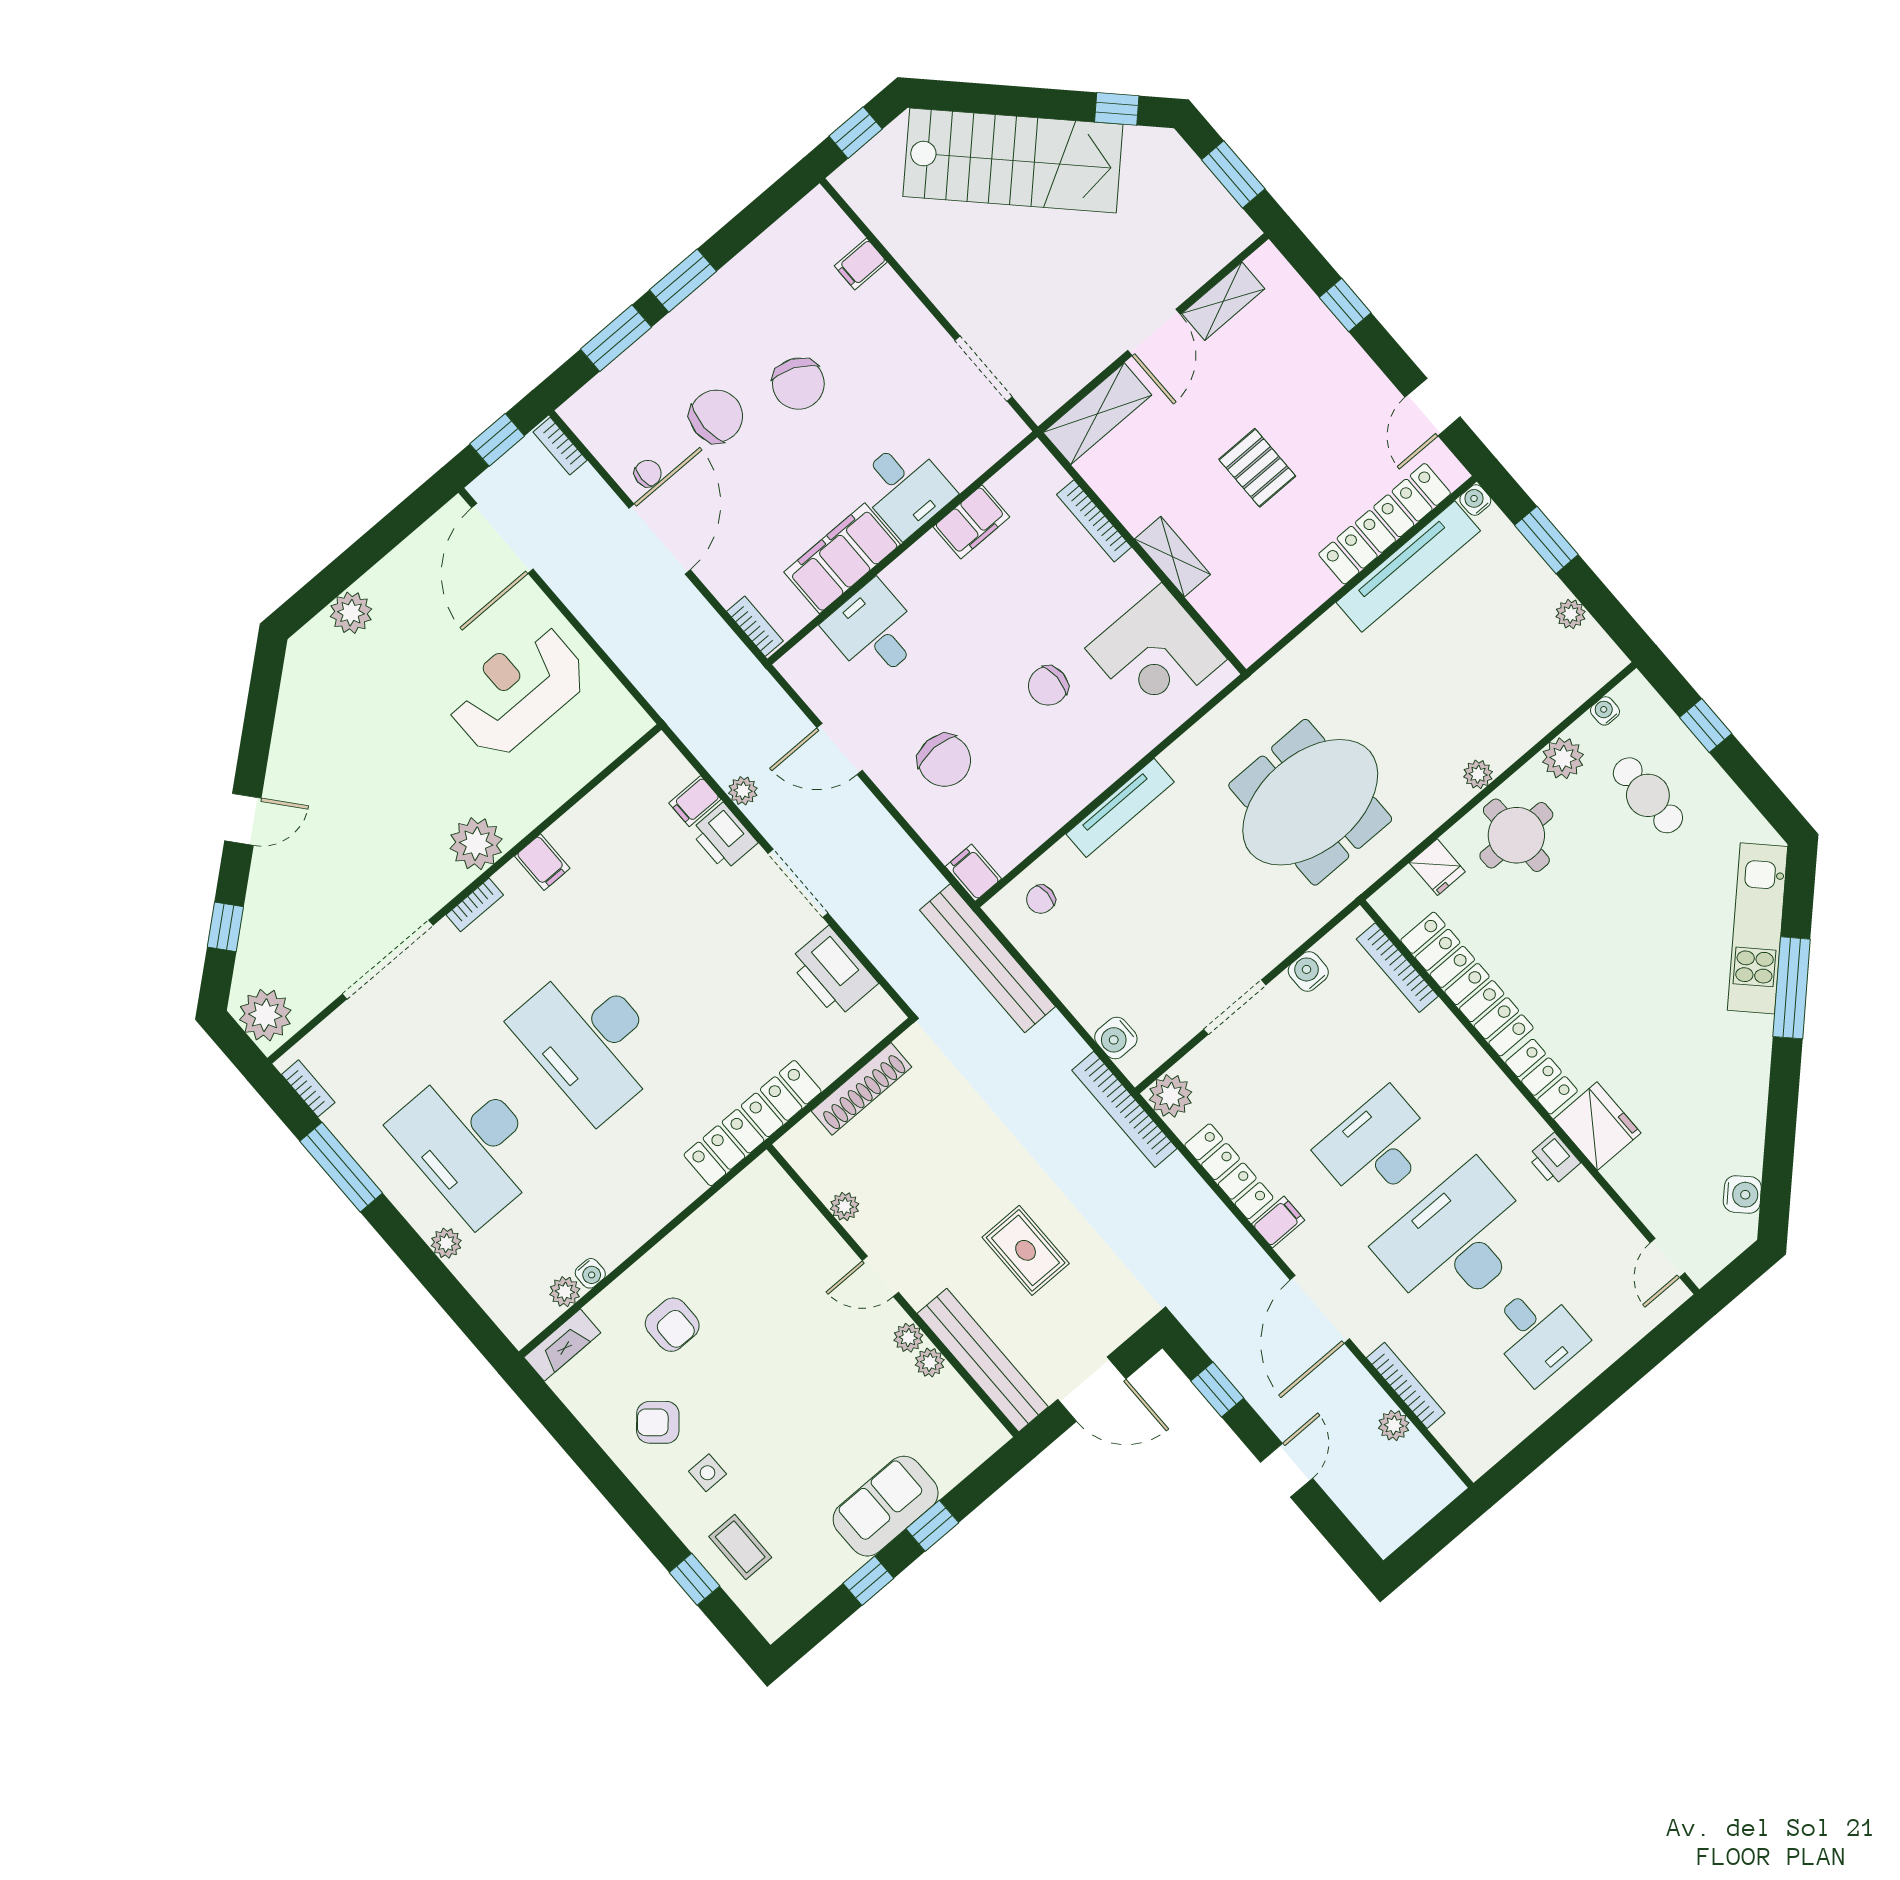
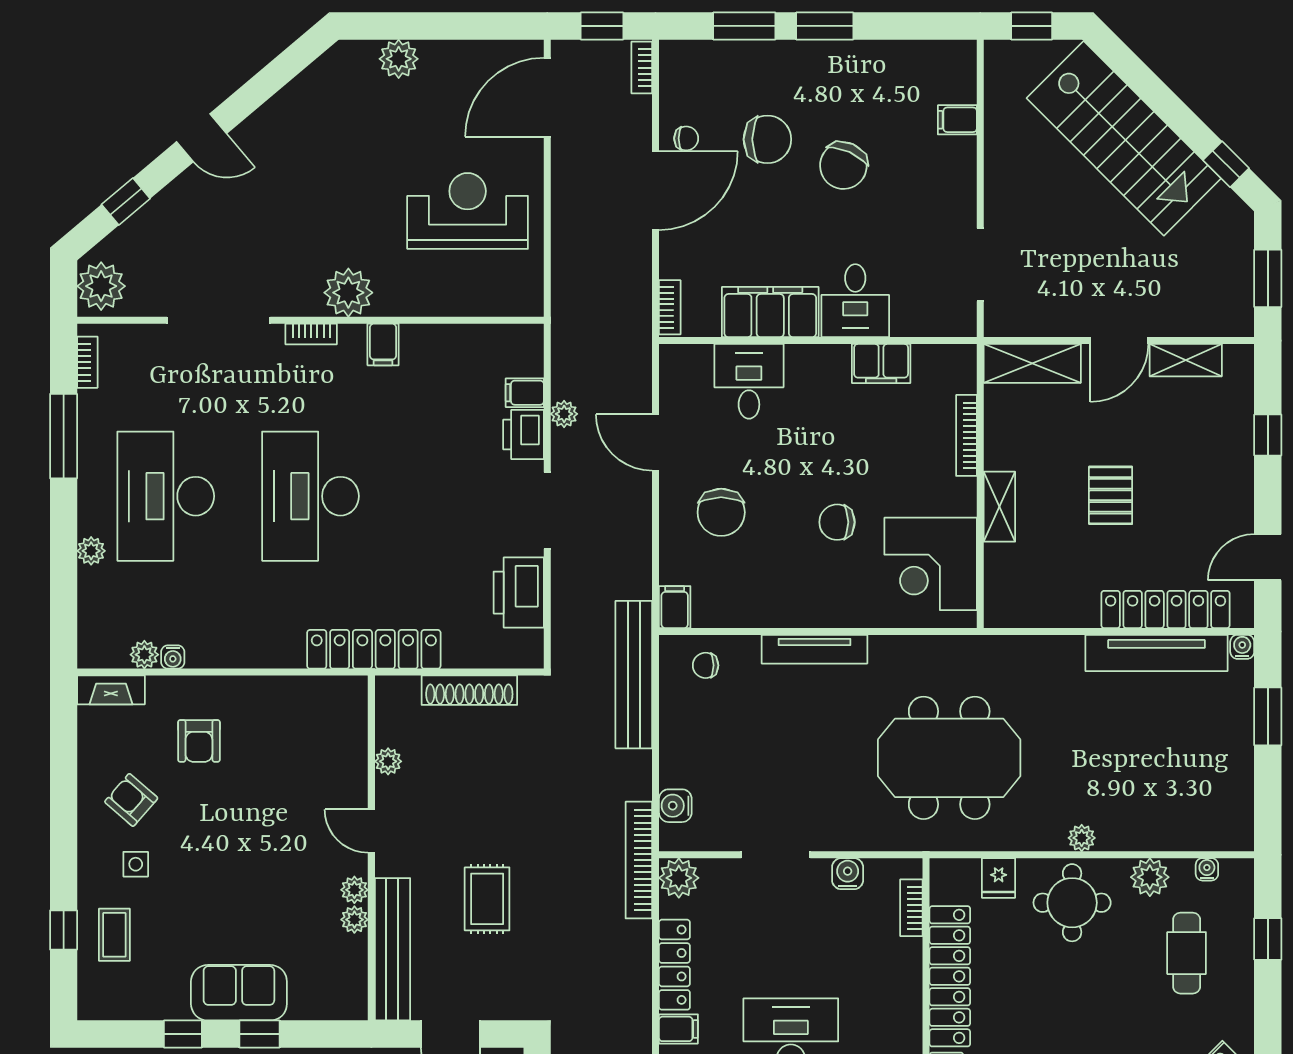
plant: (1571, 614) -> (1241, 782), removed
bookcase: (1397, 968) -> (911, 908), width x0.64

